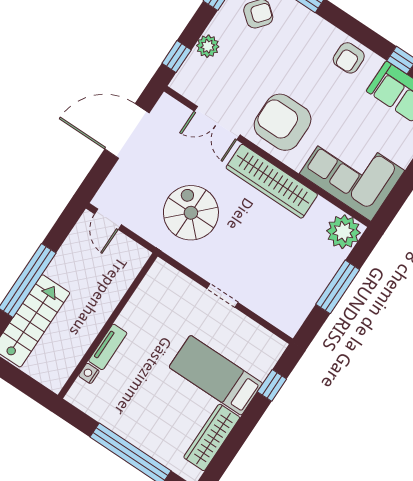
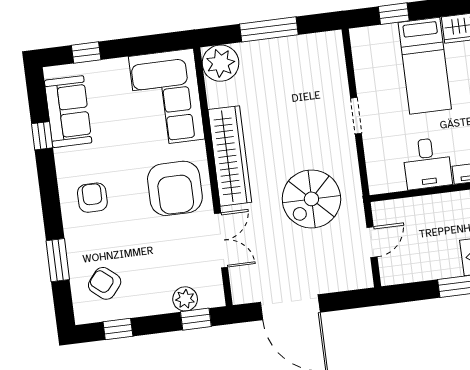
plant: (208, 46) -> (185, 299), moved
armchair: (349, 58) -> (92, 198), moved, turned -90
door: (108, 219) -> (372, 242), moved
desk: (145, 317) -> (427, 163), added

